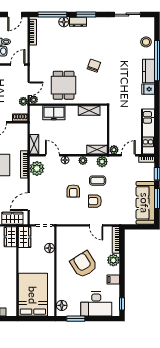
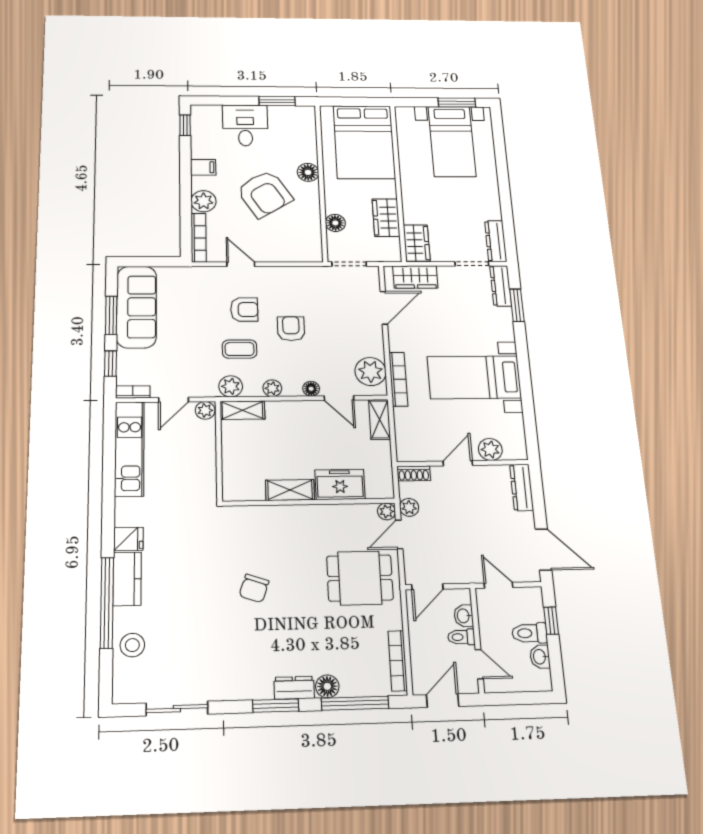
dining table: (64, 85) -> (360, 578), moved, turned 90
shelving: (89, 111) -> (290, 490), moved
wardrobe: (25, 237) -> (386, 218), moved
desk: (96, 304) -> (245, 125), width x0.73
floor lamp: (62, 305) -> (308, 172), moved

